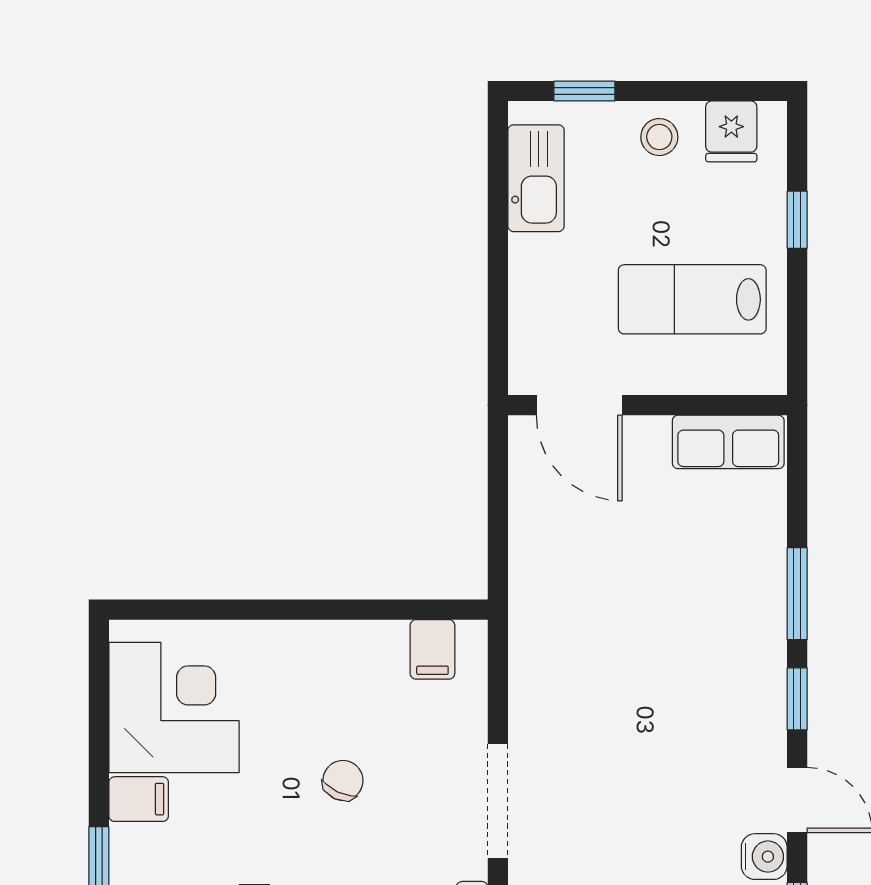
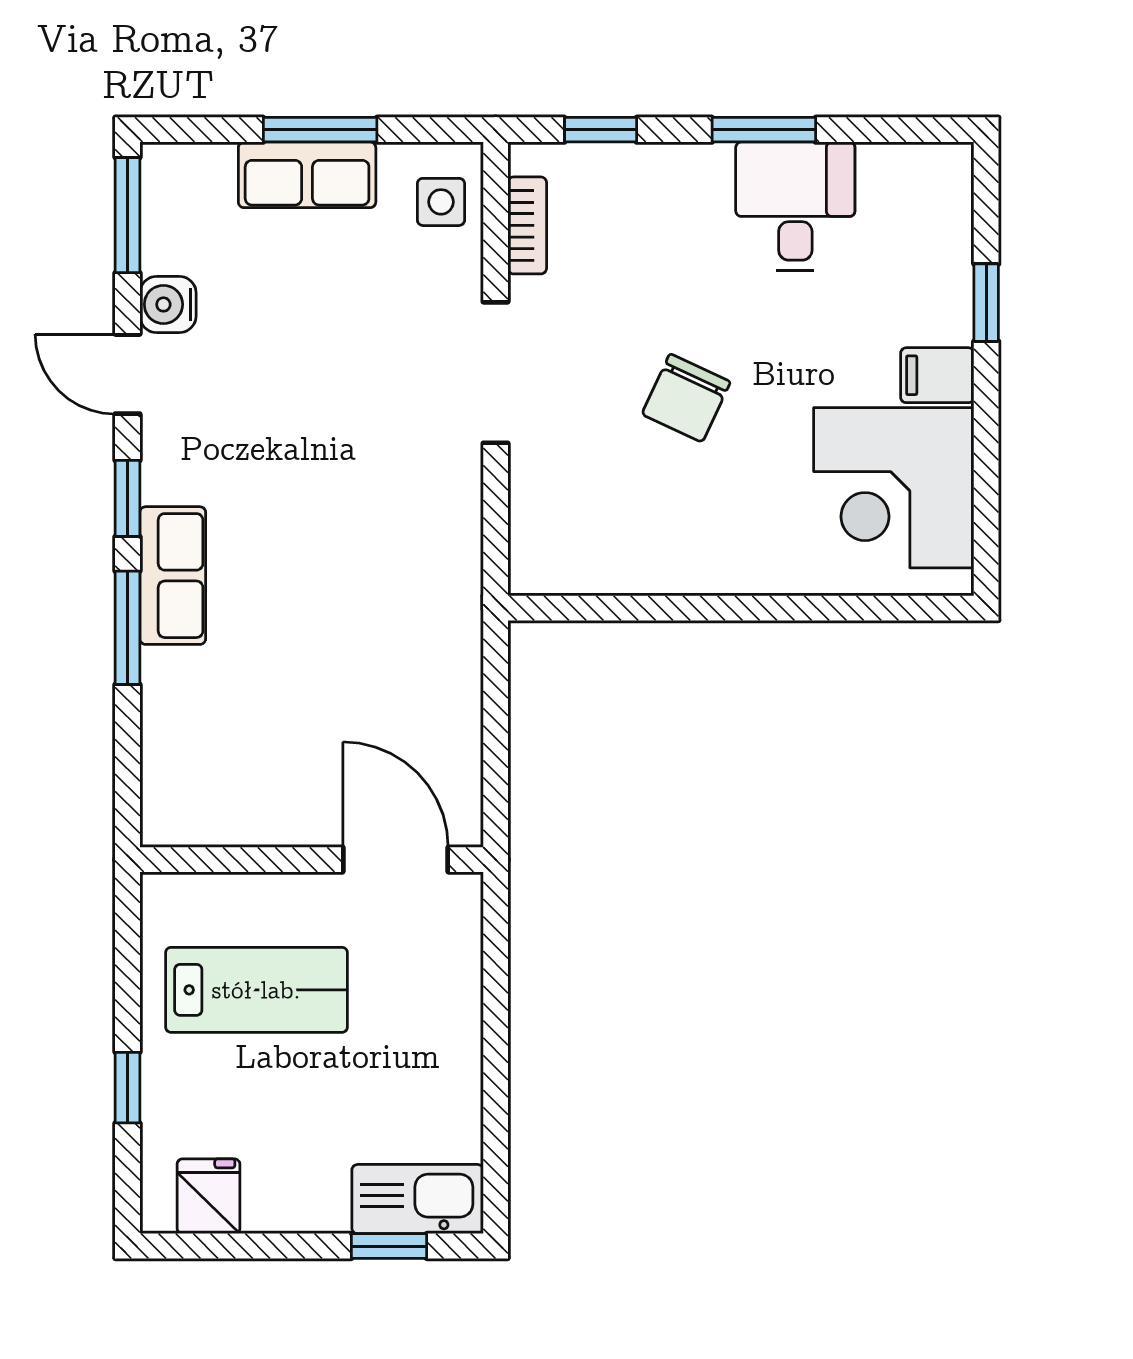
stool: (659, 137) -> (297, 1189), removed
kitchen sink: (536, 178) -> (418, 1199), moved, turned 90
row of seats: (728, 442) -> (173, 576), moved, turned 90
filing cabinet: (432, 649) -> (576, 559), removed
chair: (343, 780) -> (686, 398), width x1.37, depth x1.37

